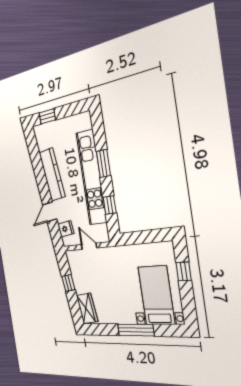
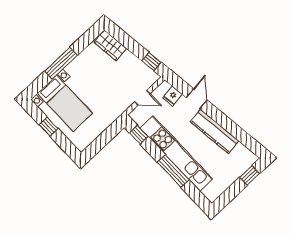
window: (103, 163) -> (173, 171), width x1.44
window: (110, 205) -> (139, 135), moved
window: (184, 271) -> (49, 127), moved
window: (68, 283) -> (151, 61), moved

